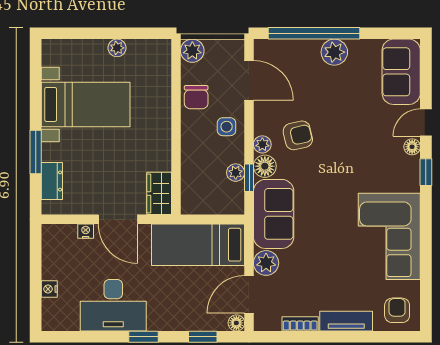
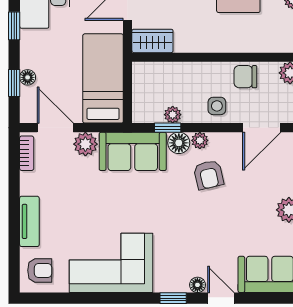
floor lamp: (236, 323) -> (28, 77), moved
bookcase: (300, 324) -> (27, 153), moved

